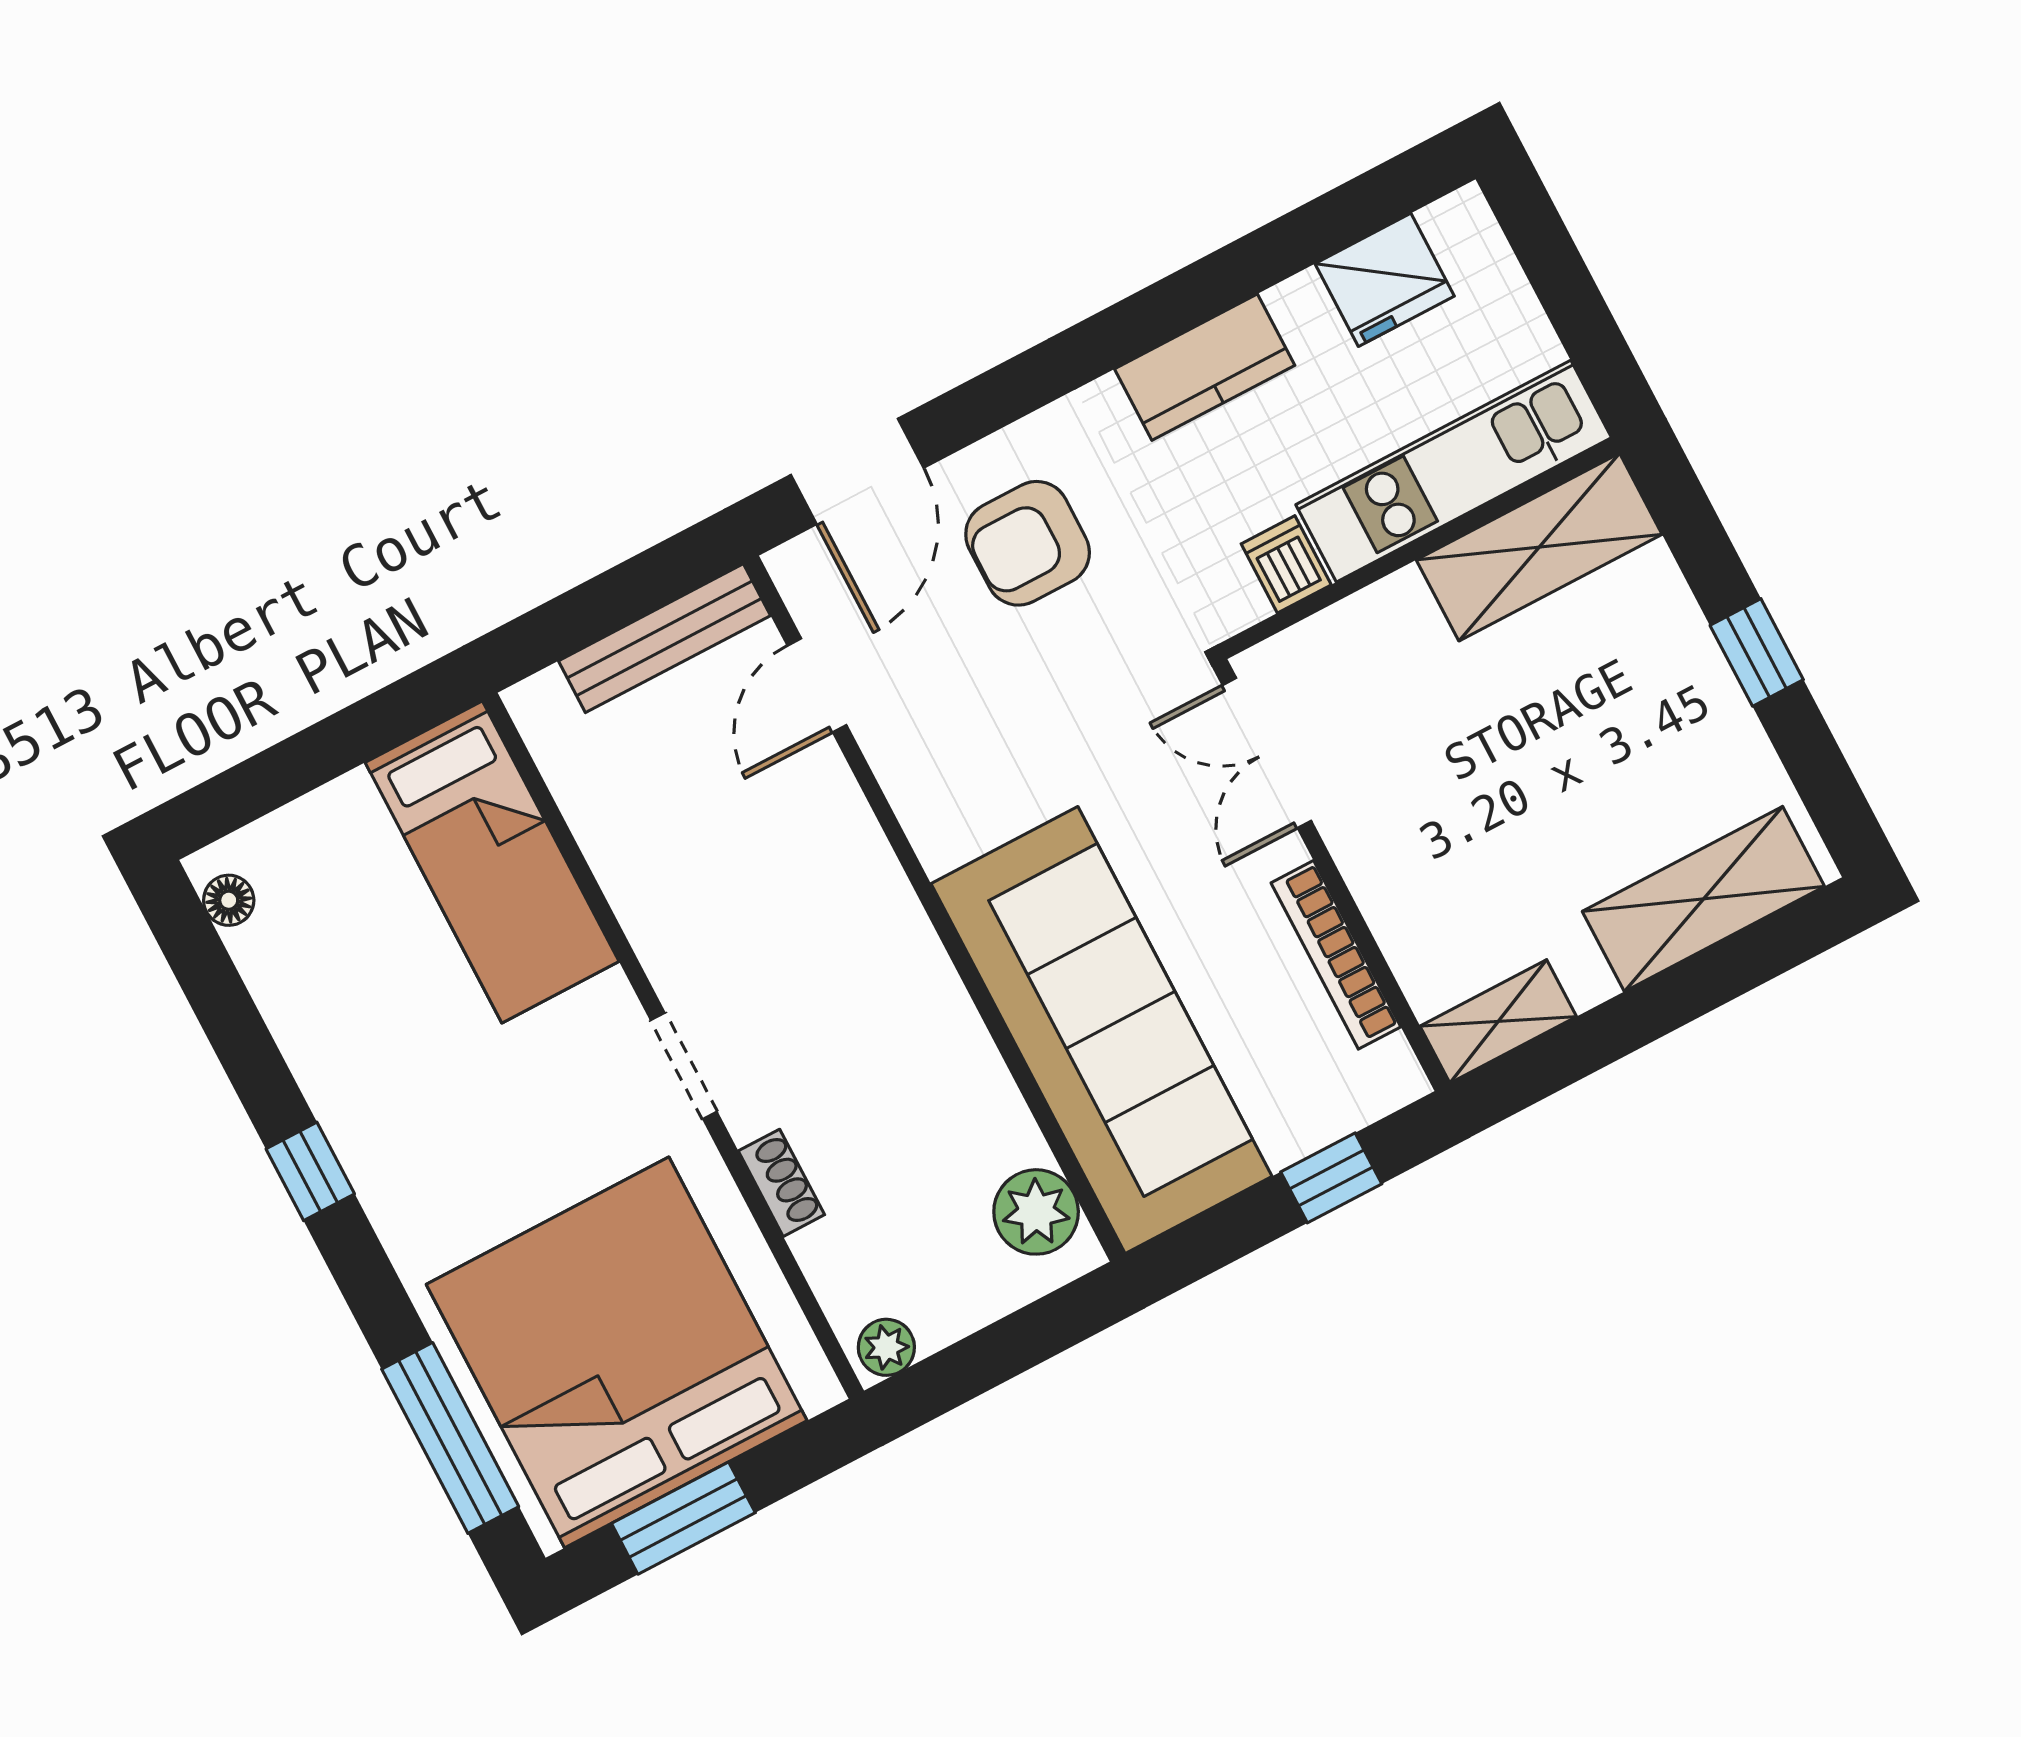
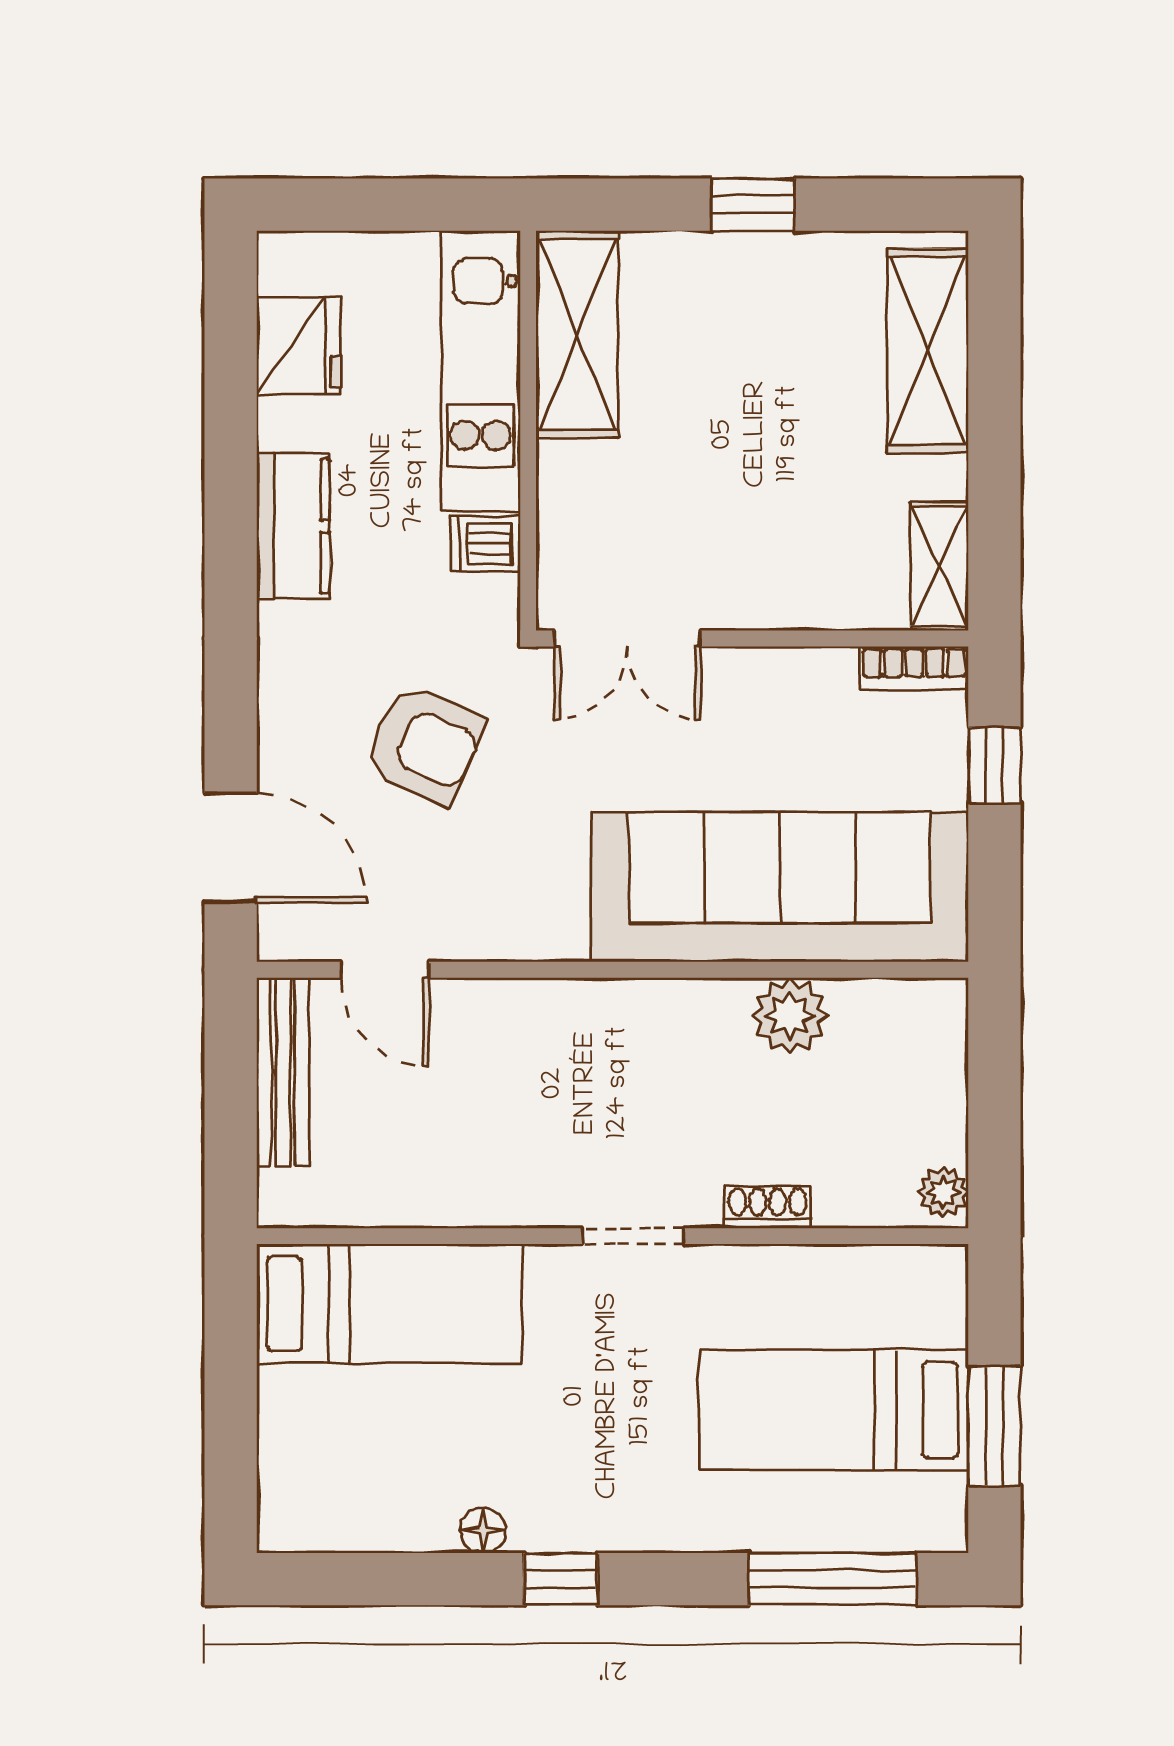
armchair: (1028, 543) -> (424, 744), moved, turned -66
floor lamp: (229, 900) -> (483, 1530), moved
bookcase: (1336, 955) -> (914, 668), moved, width x0.64
plant: (1036, 1212) -> (790, 1016), moved
bed: (617, 1352) -> (834, 1410), width x0.49

